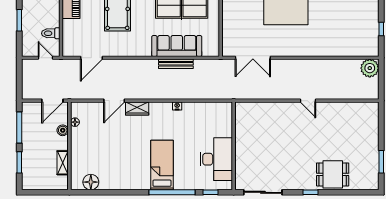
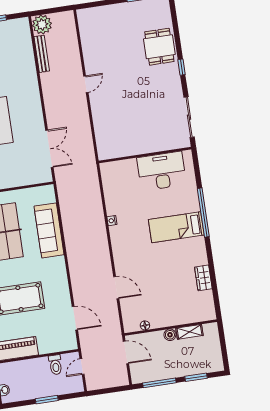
bench: (176, 64) -> (42, 54), moved
wardrobe: (137, 108) -> (203, 278), moved, turned 180
boiler: (63, 130) -> (170, 335), moved
floor lamp: (91, 182) -> (205, 299), removed
window: (210, 192) -> (197, 172), removed

